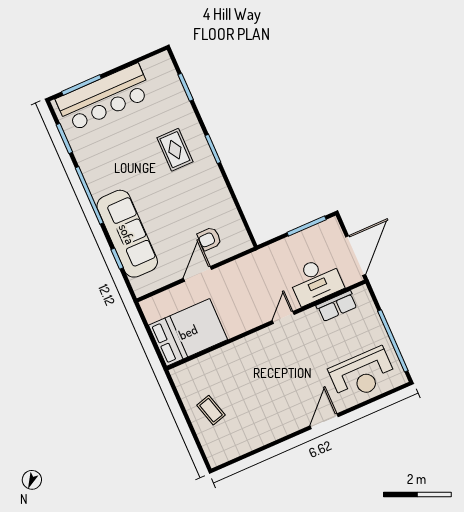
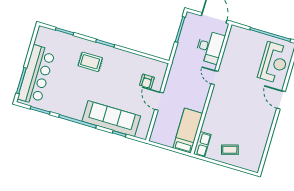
row of seats: (337, 306) -> (202, 144), moved
bed: (188, 332) -> (188, 131), width x0.67

